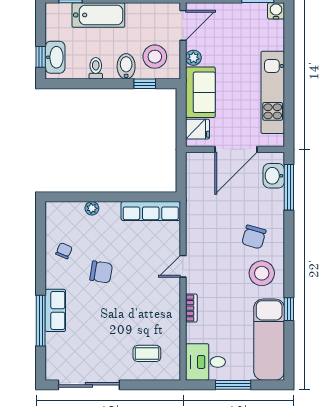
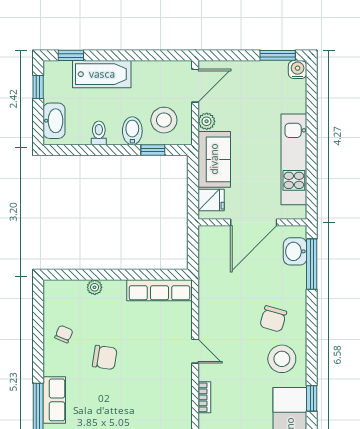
window: (41, 57) -> (38, 87), moved
door: (183, 266) -> (195, 351), swing flipped

